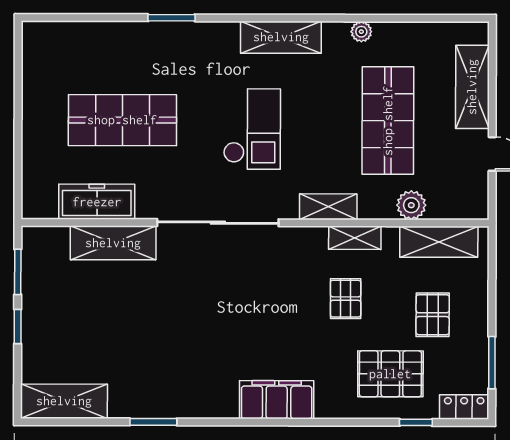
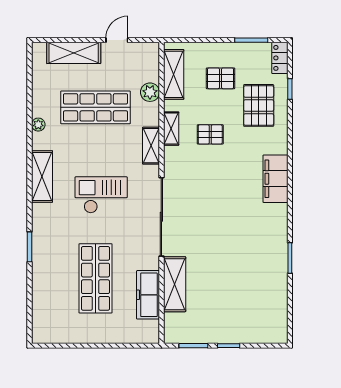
shelving: (64, 401) -> (277, 316), removed

